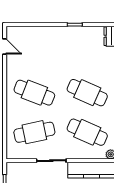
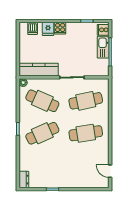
cafe table: (34, 93) -> (86, 133), turned -30
cafe table: (87, 93) -> (42, 133), turned -48

